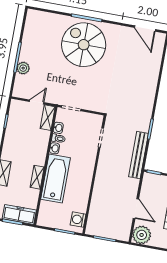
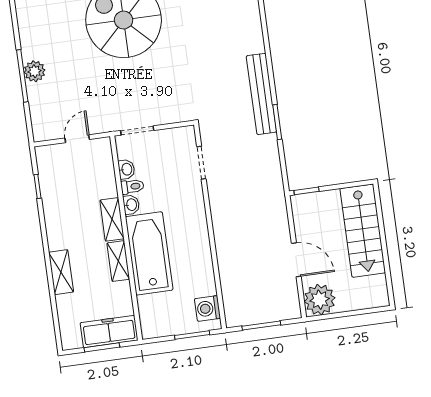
plant: (23, 68) -> (35, 71), moved
shelving: (48, 118) -> (112, 219), moved
bench: (139, 155) -> (261, 94), moved

